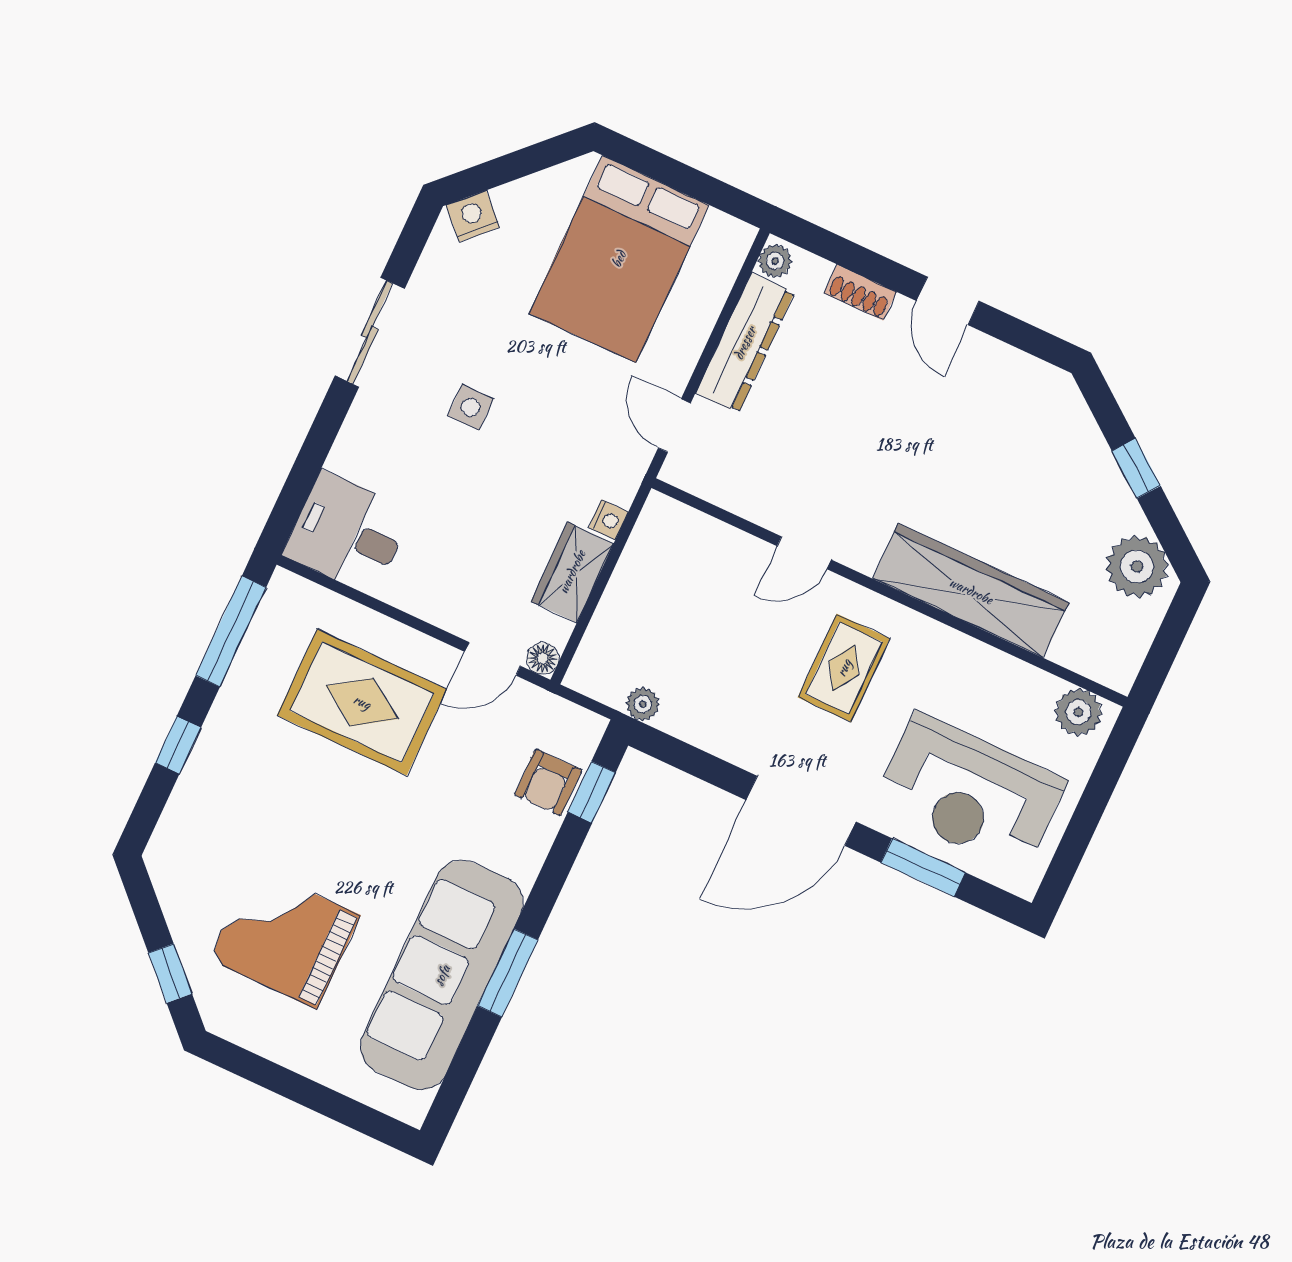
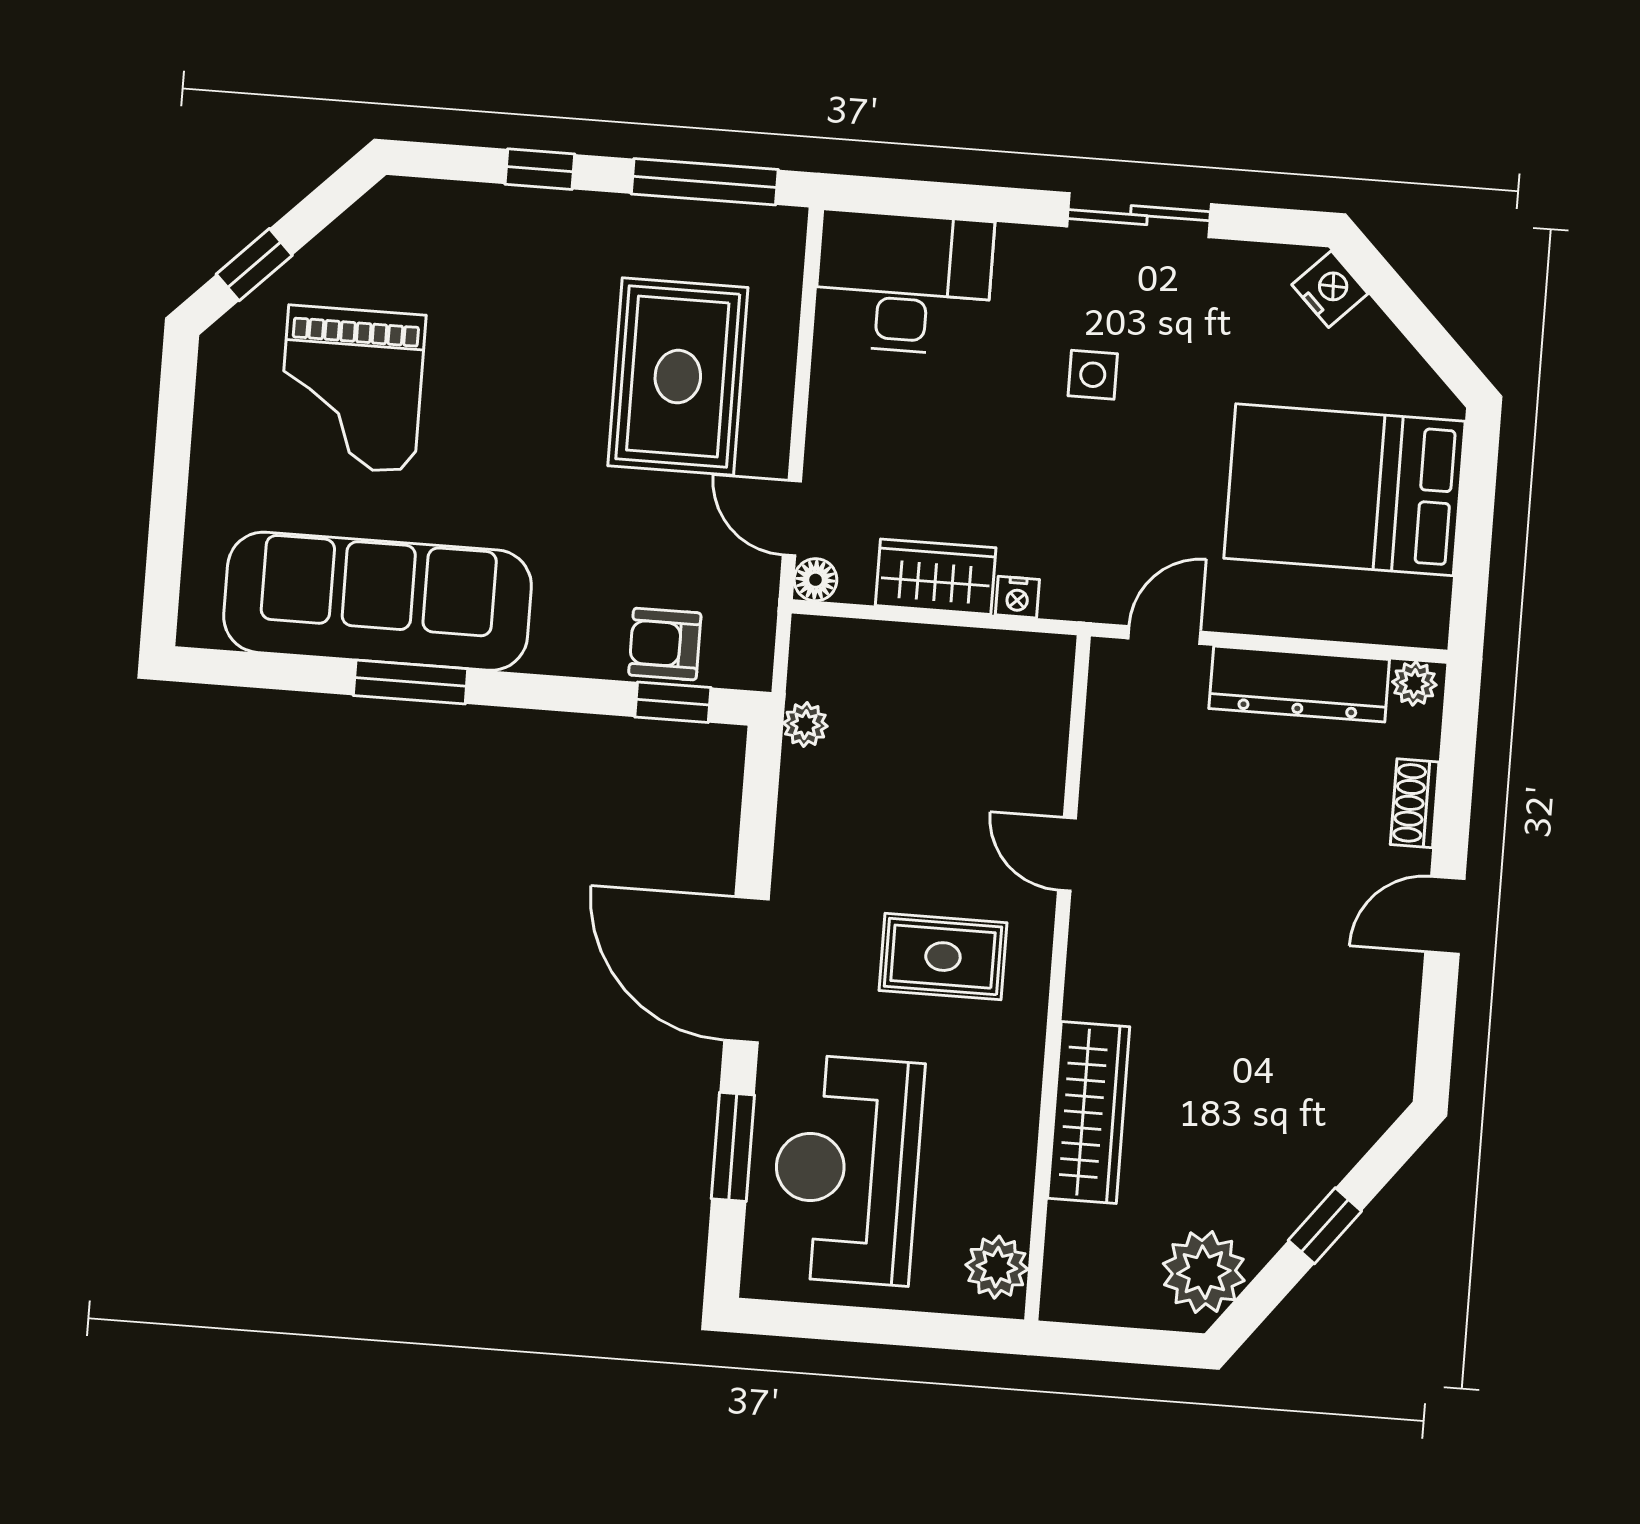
desk: (348, 533) -> (904, 283), width x1.37
wardrobe: (971, 591) -> (1089, 1112), width x0.71, depth x0.85
grand piano: (284, 937) -> (351, 389), turned 180

